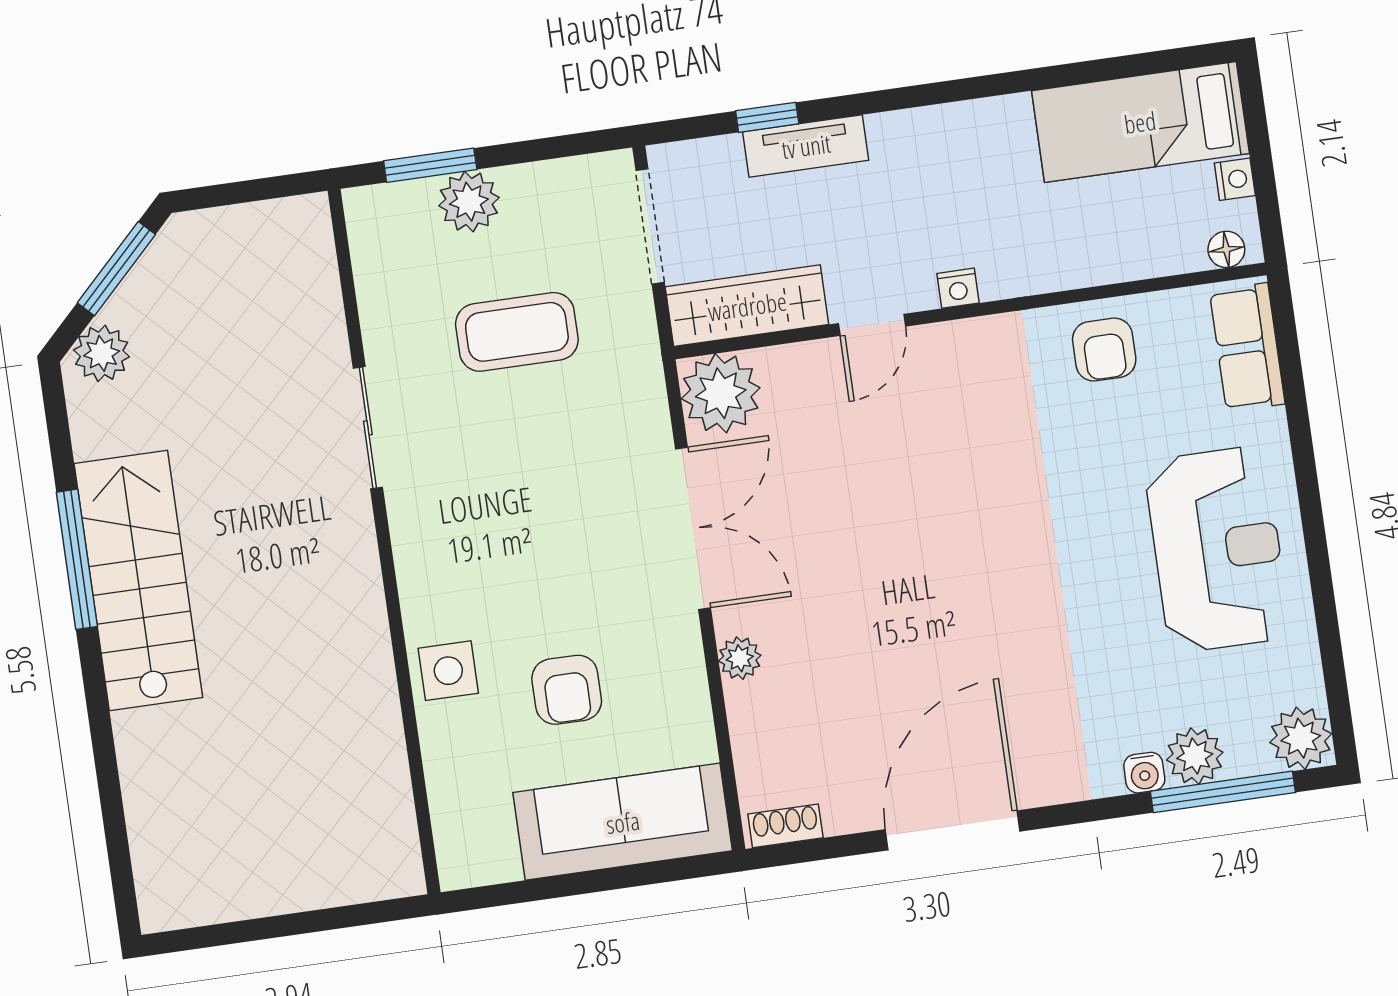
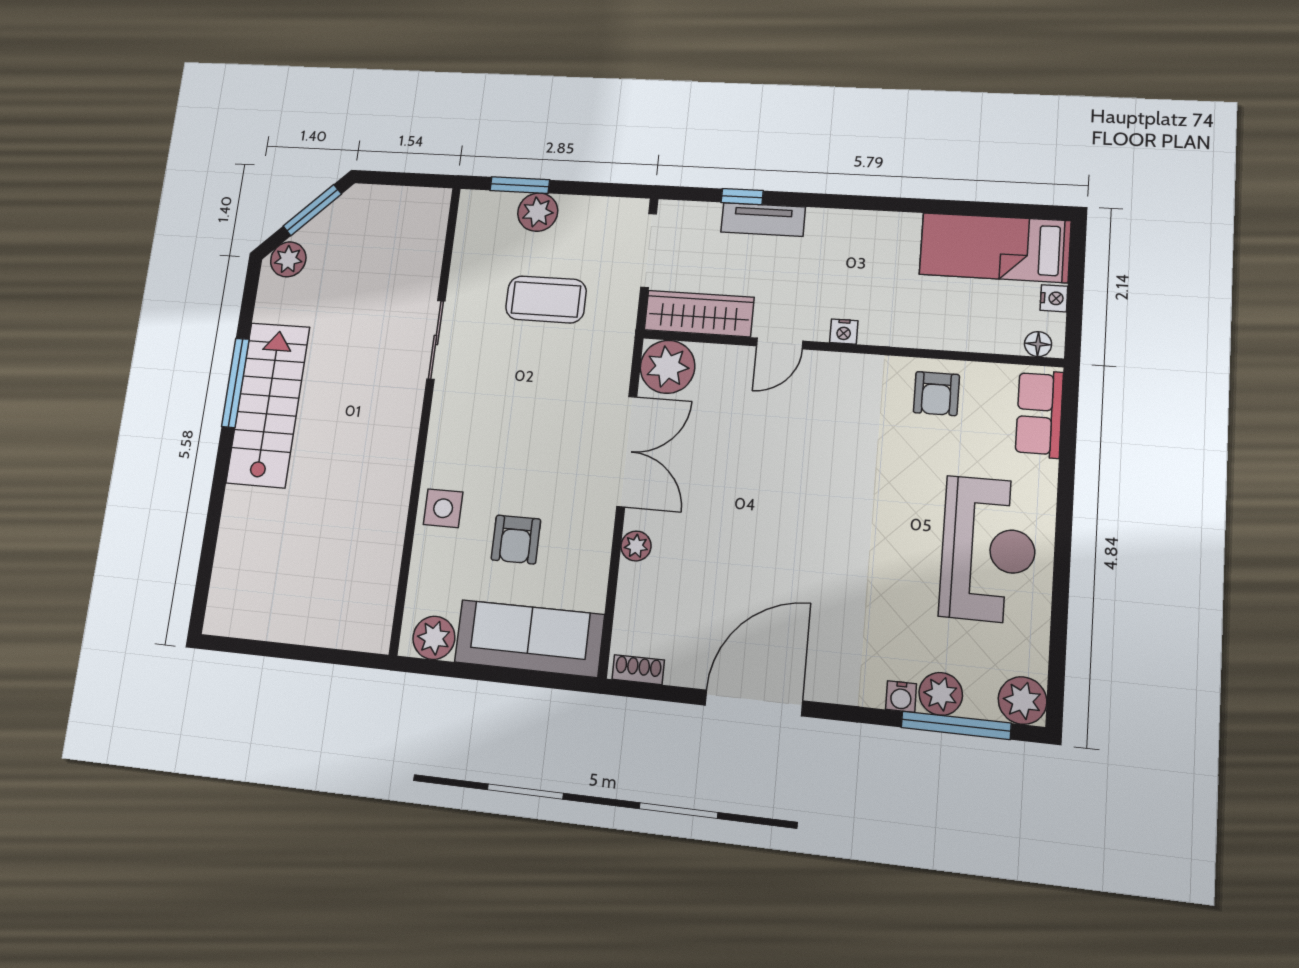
plant: (486, 855) -> (434, 638), added

